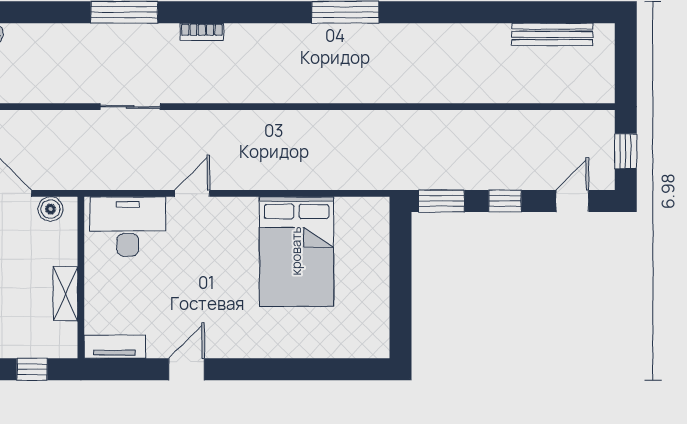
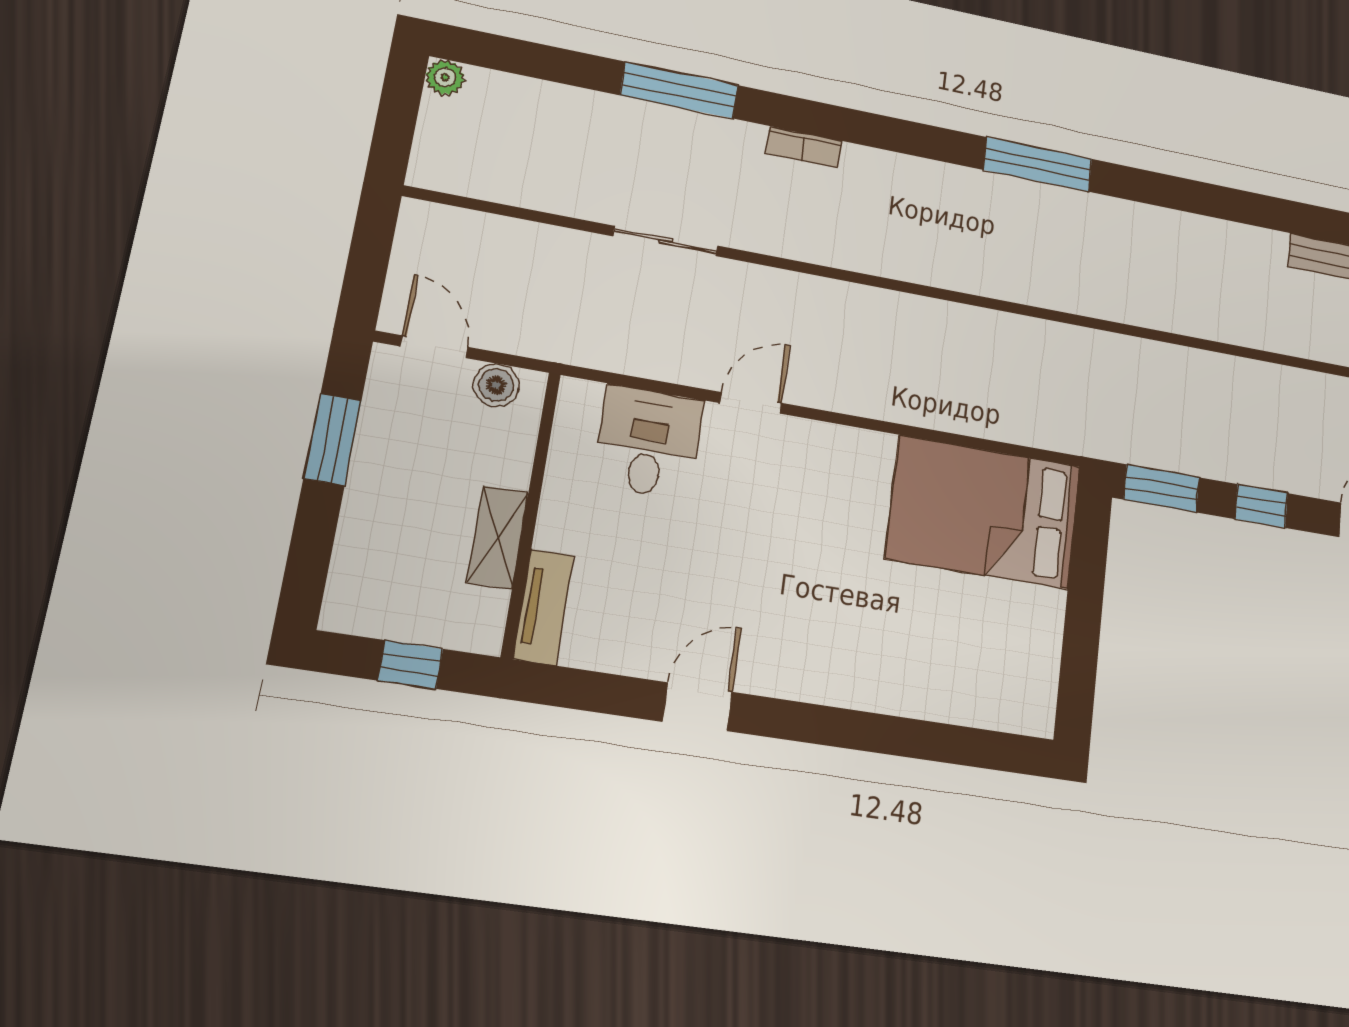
desk: (128, 226) -> (648, 442), width x0.73
bed: (296, 251) -> (984, 512), moved, turned 90
tv unit: (115, 347) -> (543, 607), moved, turned 90

